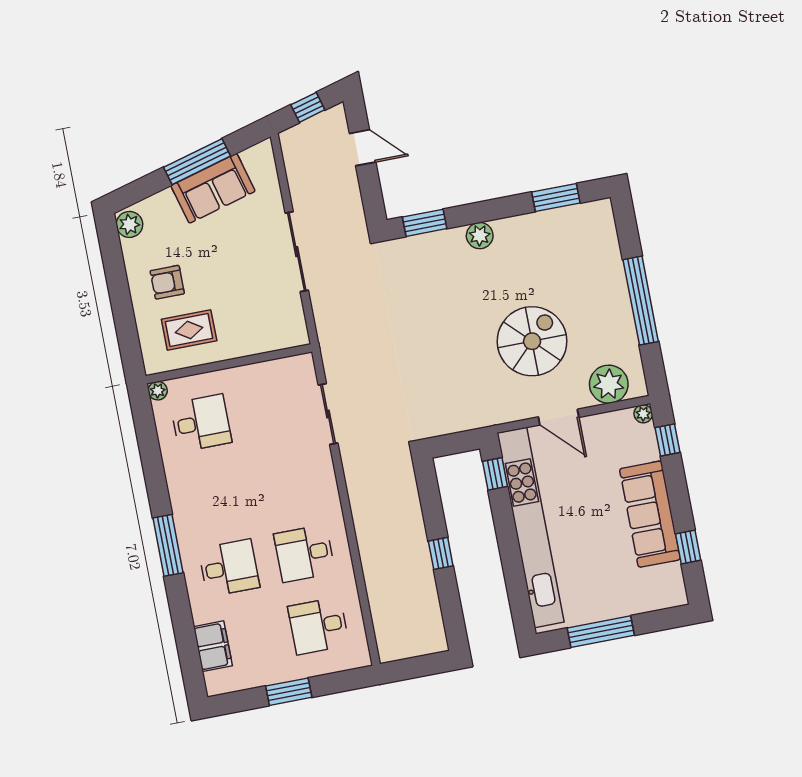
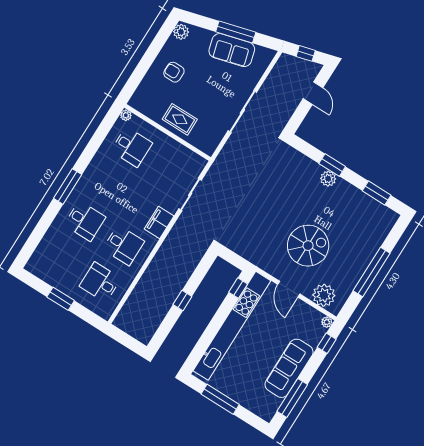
window: (425, 223) -> (332, 165), moved
rug: (189, 330) -> (180, 119), moved
window: (688, 547) -> (292, 398), width x2.17
desk: (304, 553) -> (124, 245), turned 180
filing cabinet: (213, 646) -> (159, 223), moved, turned 180

